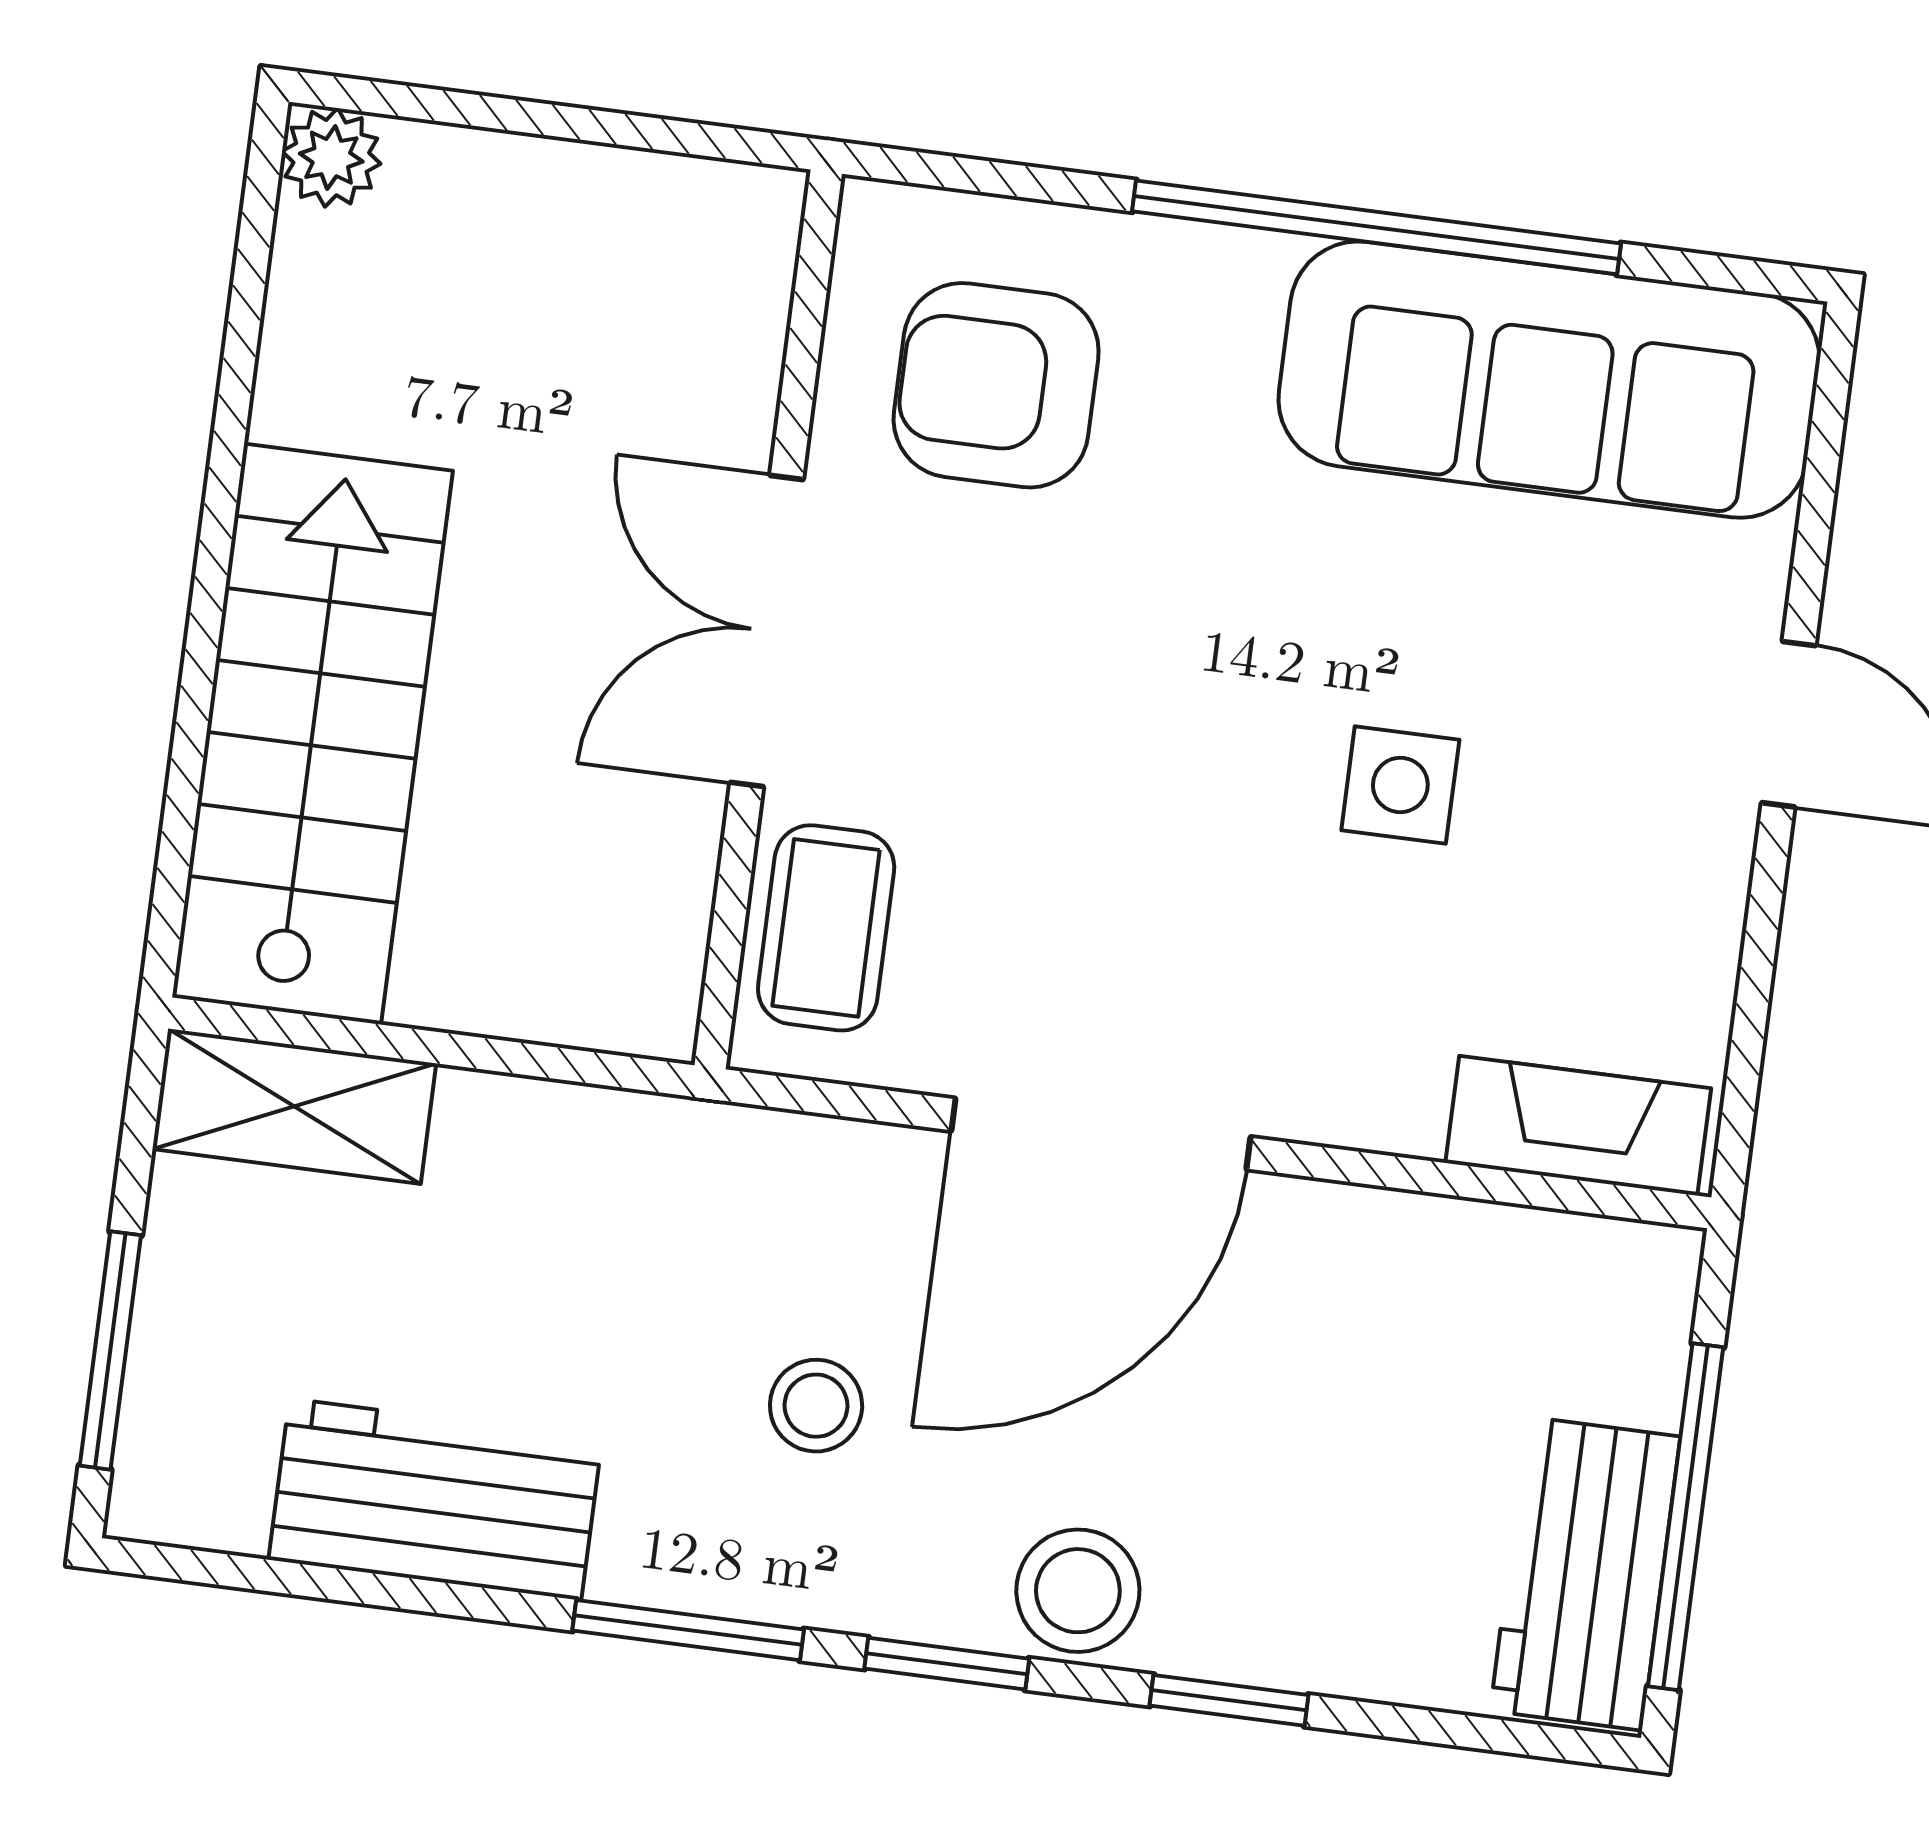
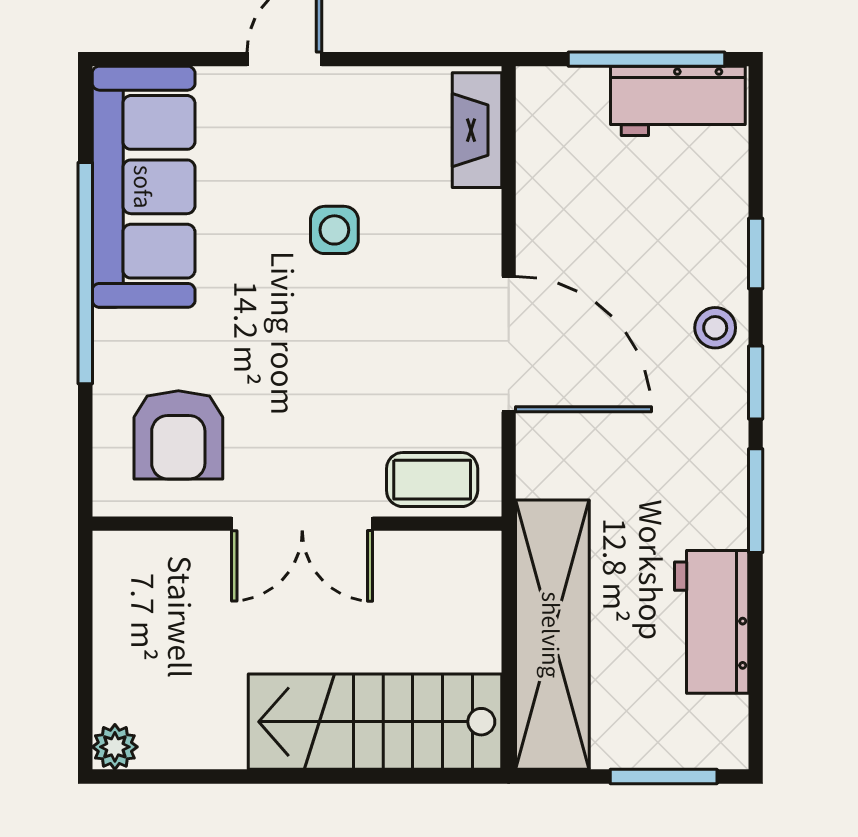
shelving: (294, 1106) -> (552, 635), width x2.20, depth x1.33
stool: (816, 1406) -> (647, 456), removed
stool: (1078, 1591) -> (715, 328), width x0.73, depth x0.73

